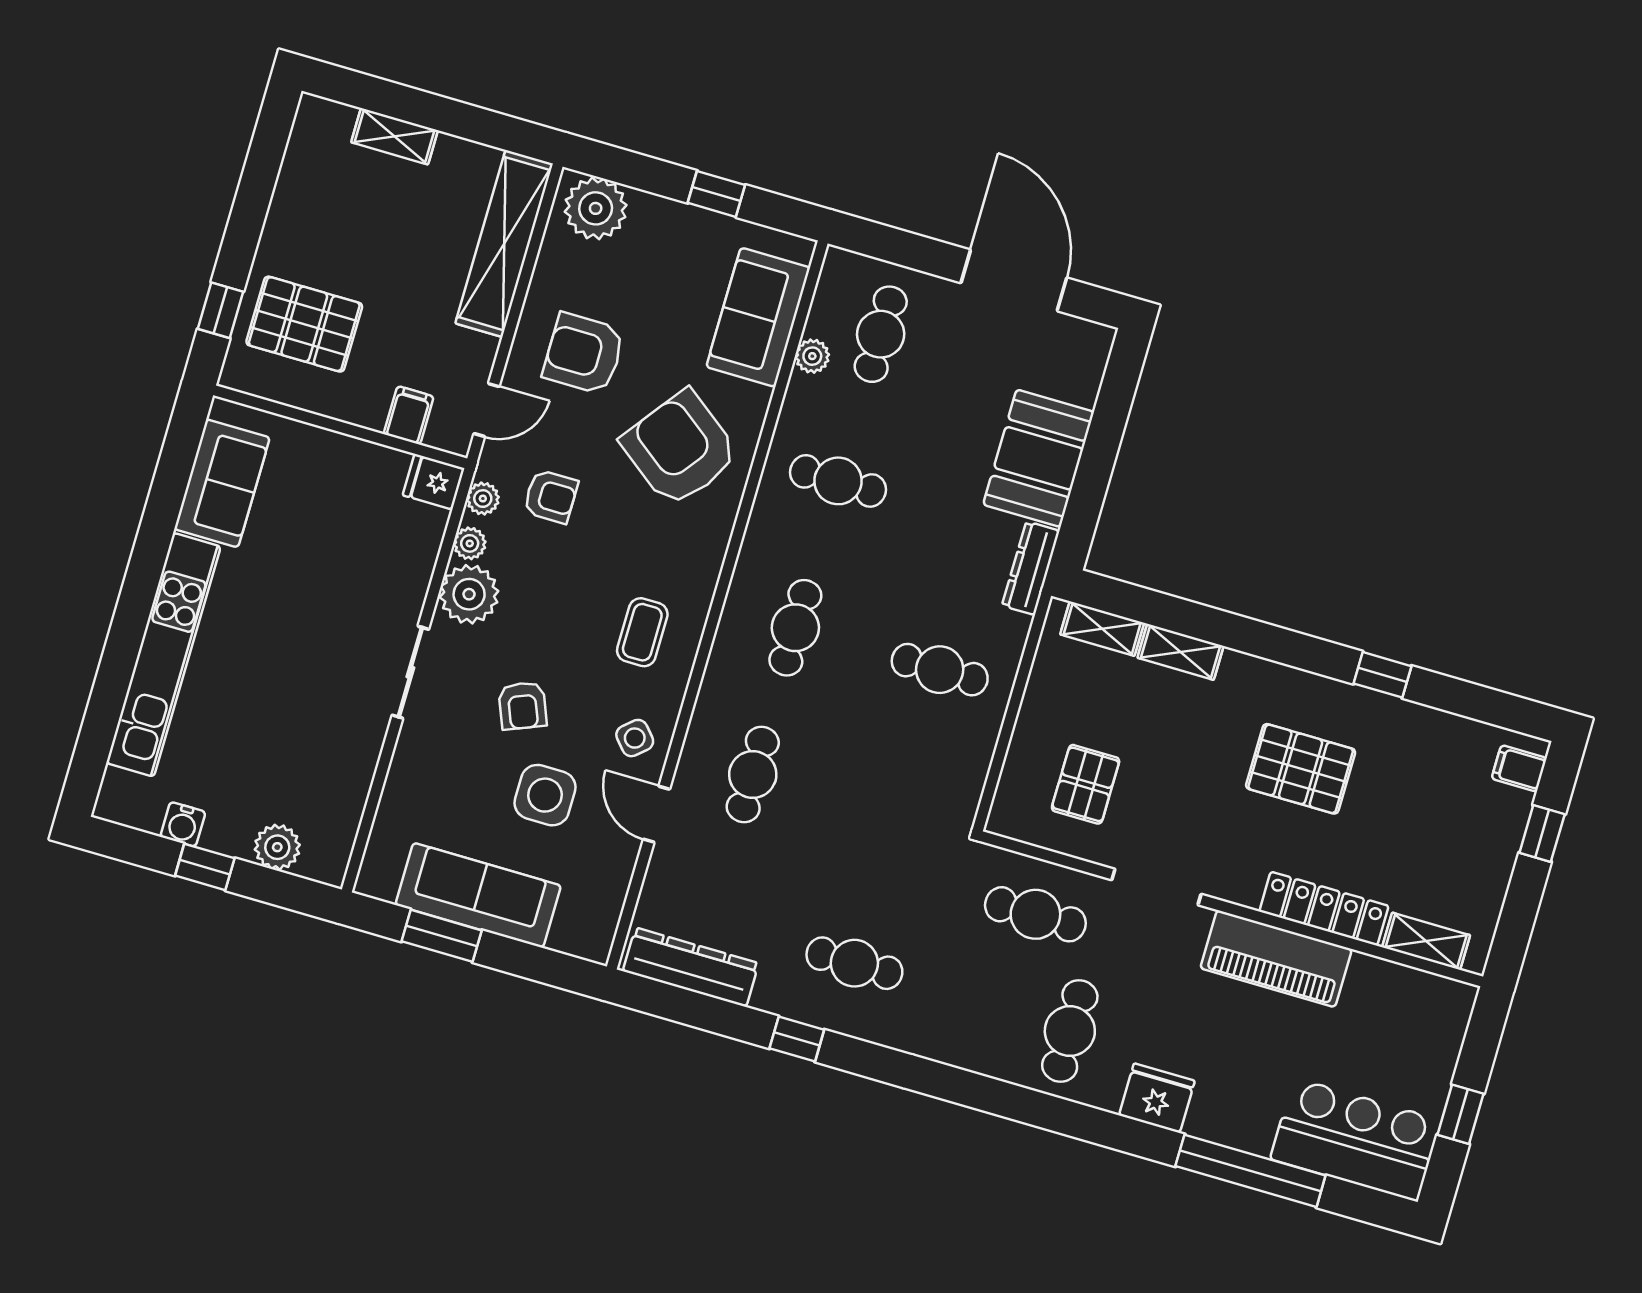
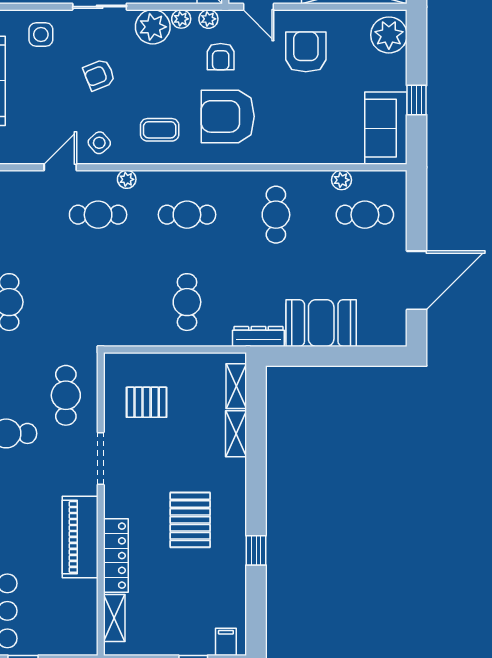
sofa: (758, 317) -> (386, 128), moved, turned -90
armchair: (680, 449) -> (228, 116), moved, turned -127
plant: (708, 710) -> (127, 179), added
side table: (545, 795) -> (41, 35), moved, width x0.73, depth x0.73

